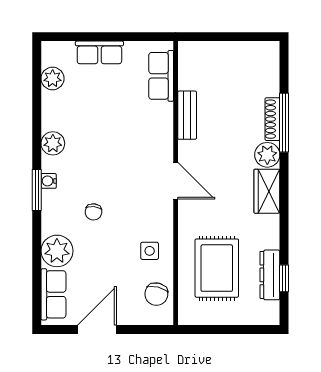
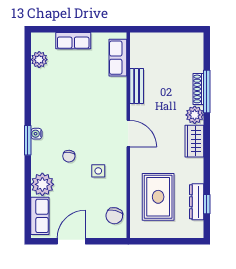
plant: (53, 143) -> (39, 107), removed
side table: (150, 251) -> (98, 171), moved

